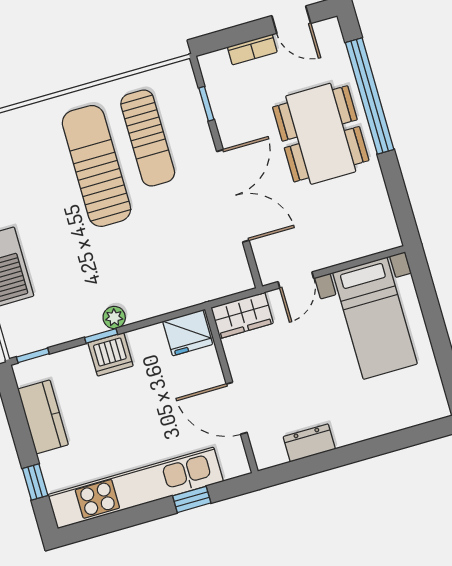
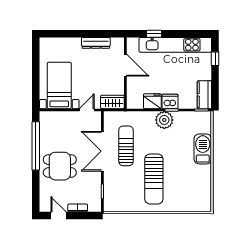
window: (370, 96) -> (36, 146), moved
dining table: (321, 134) -> (60, 166), width x0.73
sun lounger: (148, 138) -> (126, 146), moved
plant: (114, 317) -> (164, 120), width x1.87, depth x1.87
fridge: (188, 333) -> (152, 101), moved
kitchen counter: (43, 417) -> (204, 95), moved
dresser: (309, 443) -> (96, 43), width x1.44

